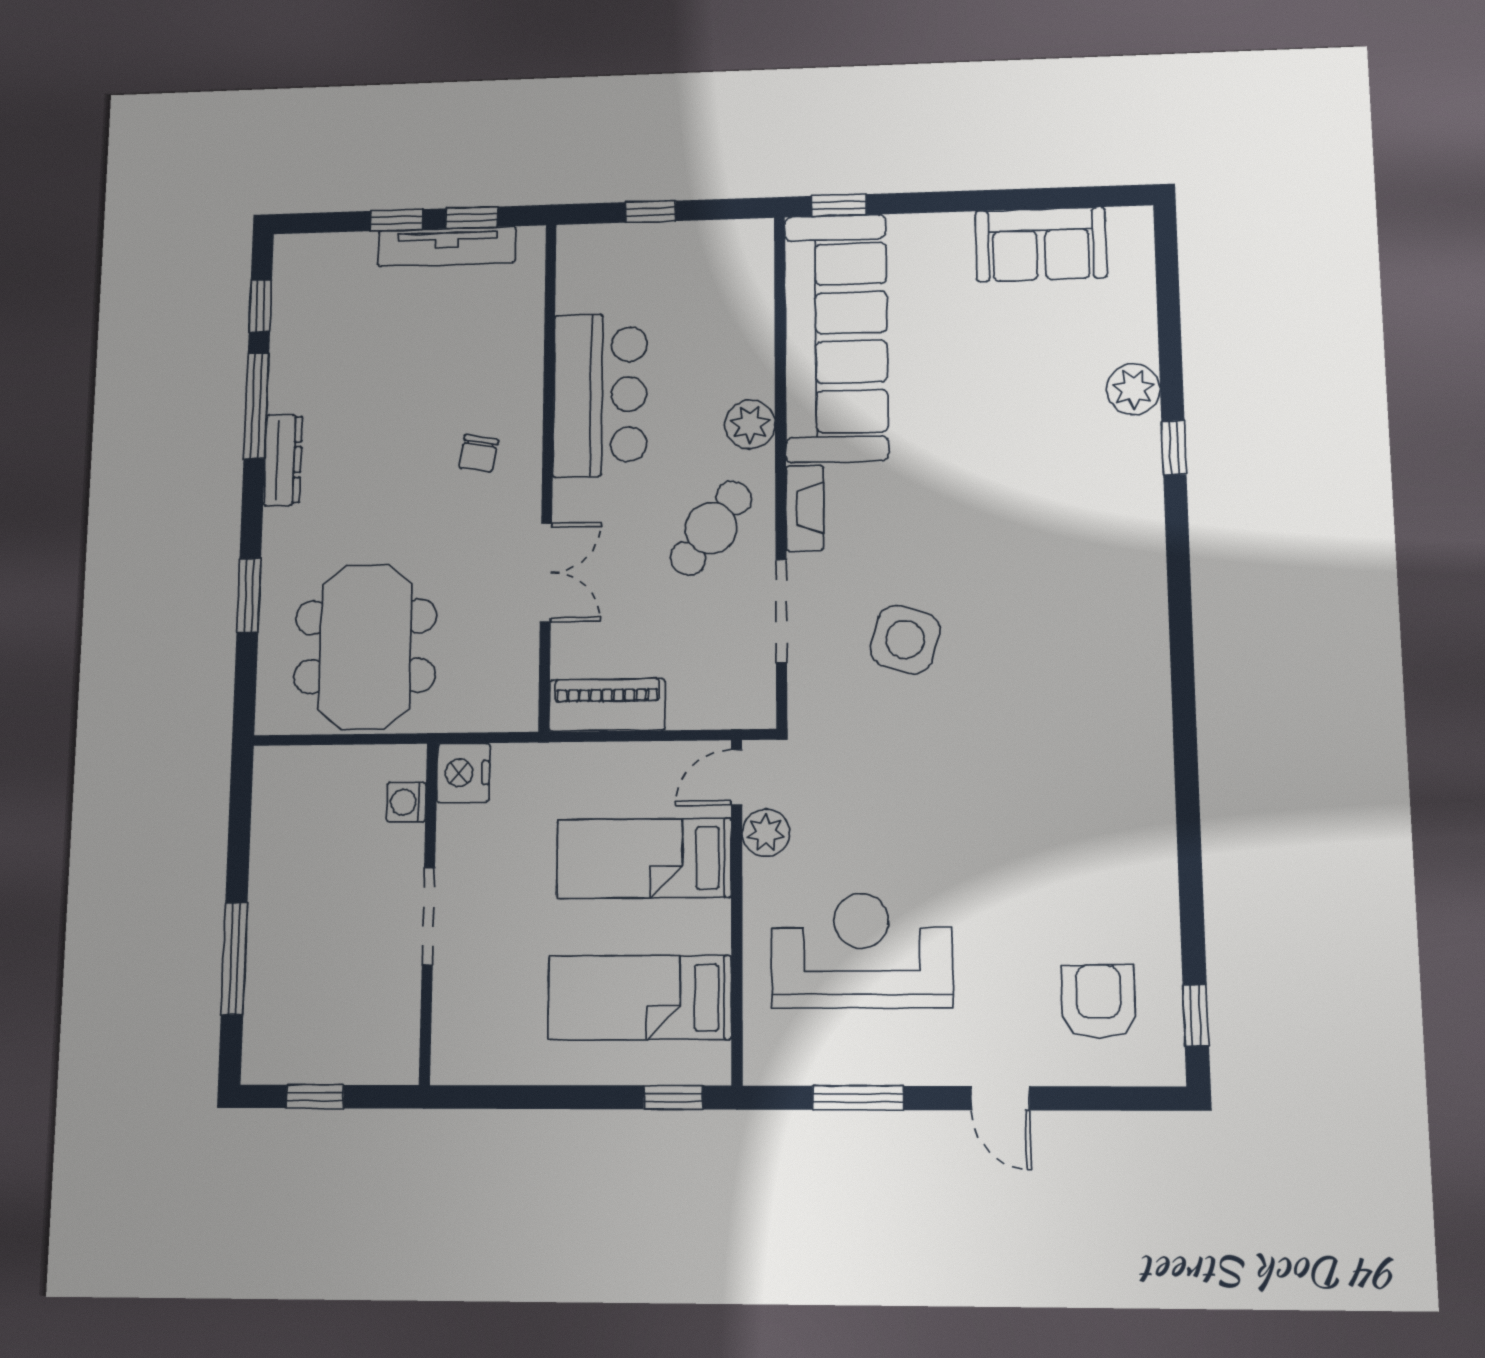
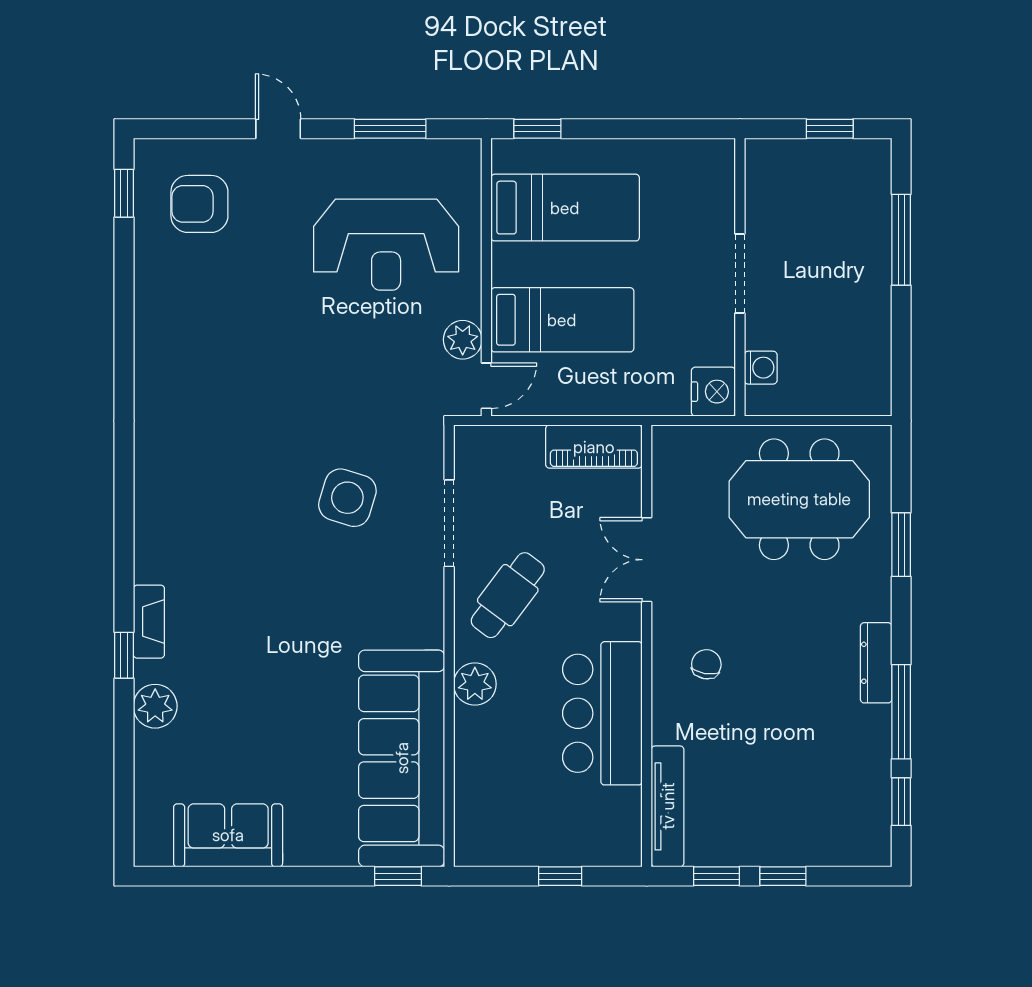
tv unit: (447, 246) -> (668, 806), moved, turned 90
fireplace: (805, 508) -> (149, 622), moved, turned 180
meeting table: (365, 646) -> (799, 499), turned 90
armchair: (1098, 1002) -> (199, 204), turned 90

